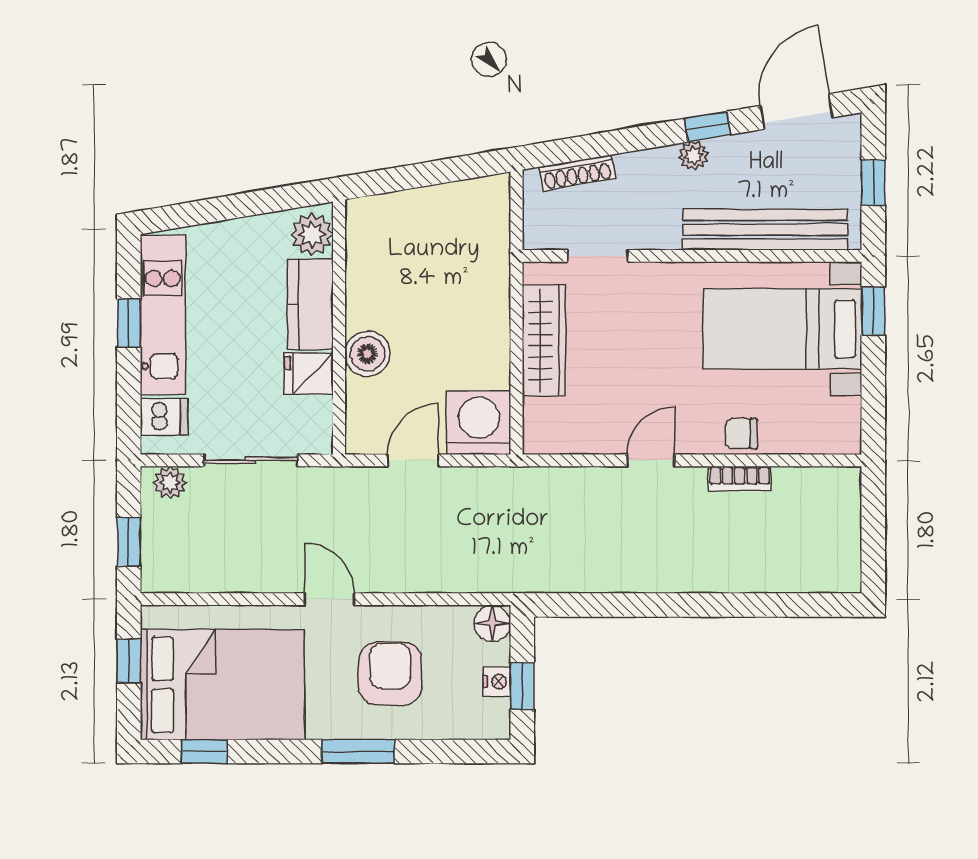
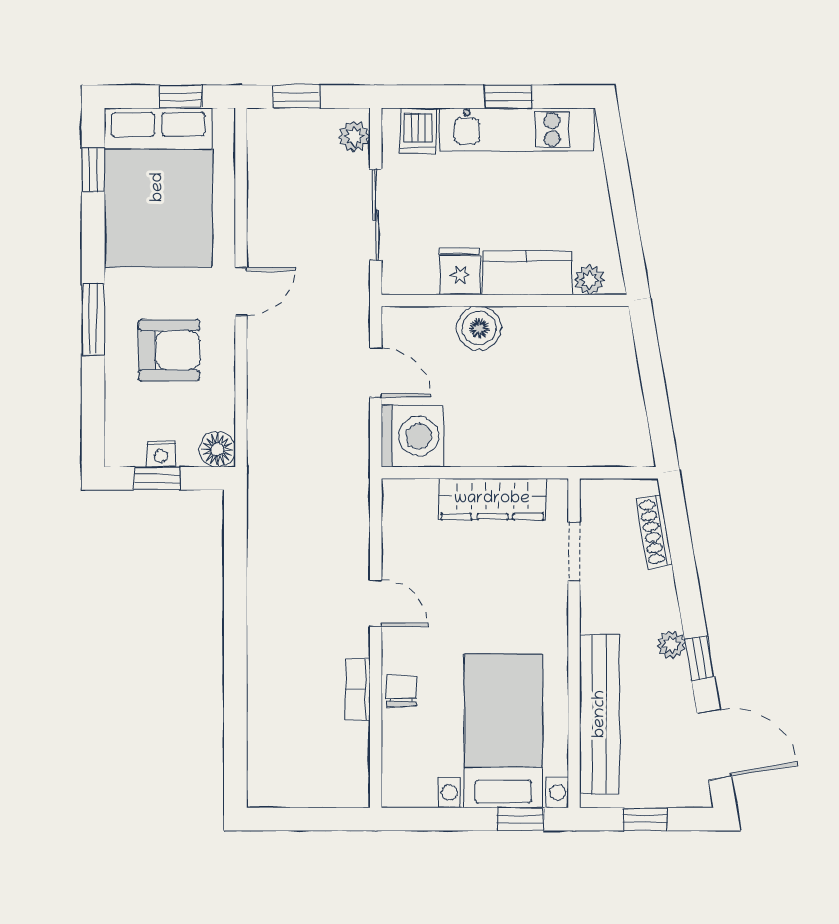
plant: (312, 234) -> (589, 280), width x0.73, depth x0.73

